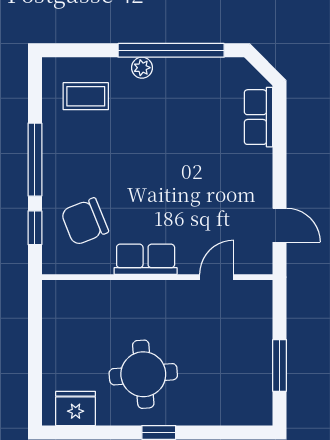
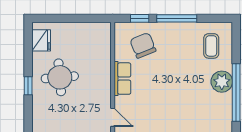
plant: (142, 68) -> (222, 82), width x1.88, depth x1.88

